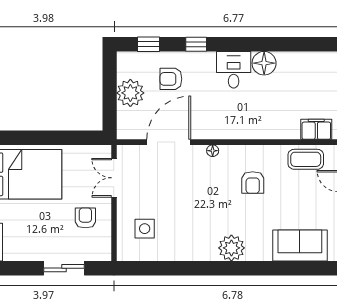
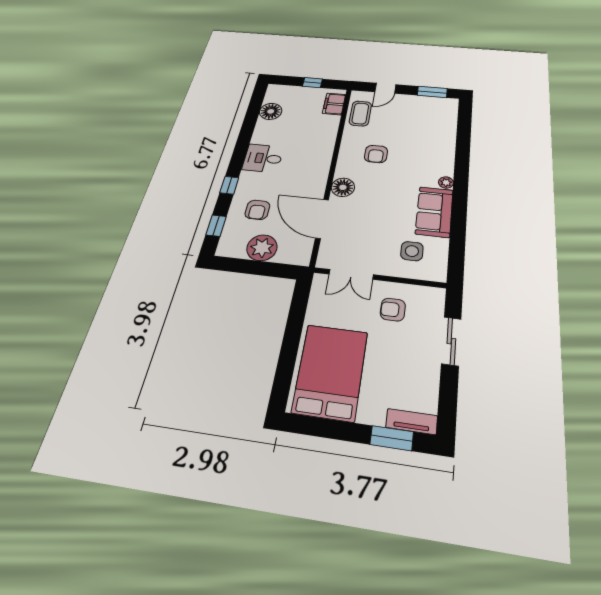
floor lamp: (264, 63) -> (271, 111), moved
floor lamp: (213, 151) -> (343, 187), width x1.89, depth x1.89
armchair: (253, 183) -> (376, 154), turned 90
sofa: (300, 245) -> (434, 212), moved
plant: (231, 248) -> (446, 183), width x0.53, depth x0.53

